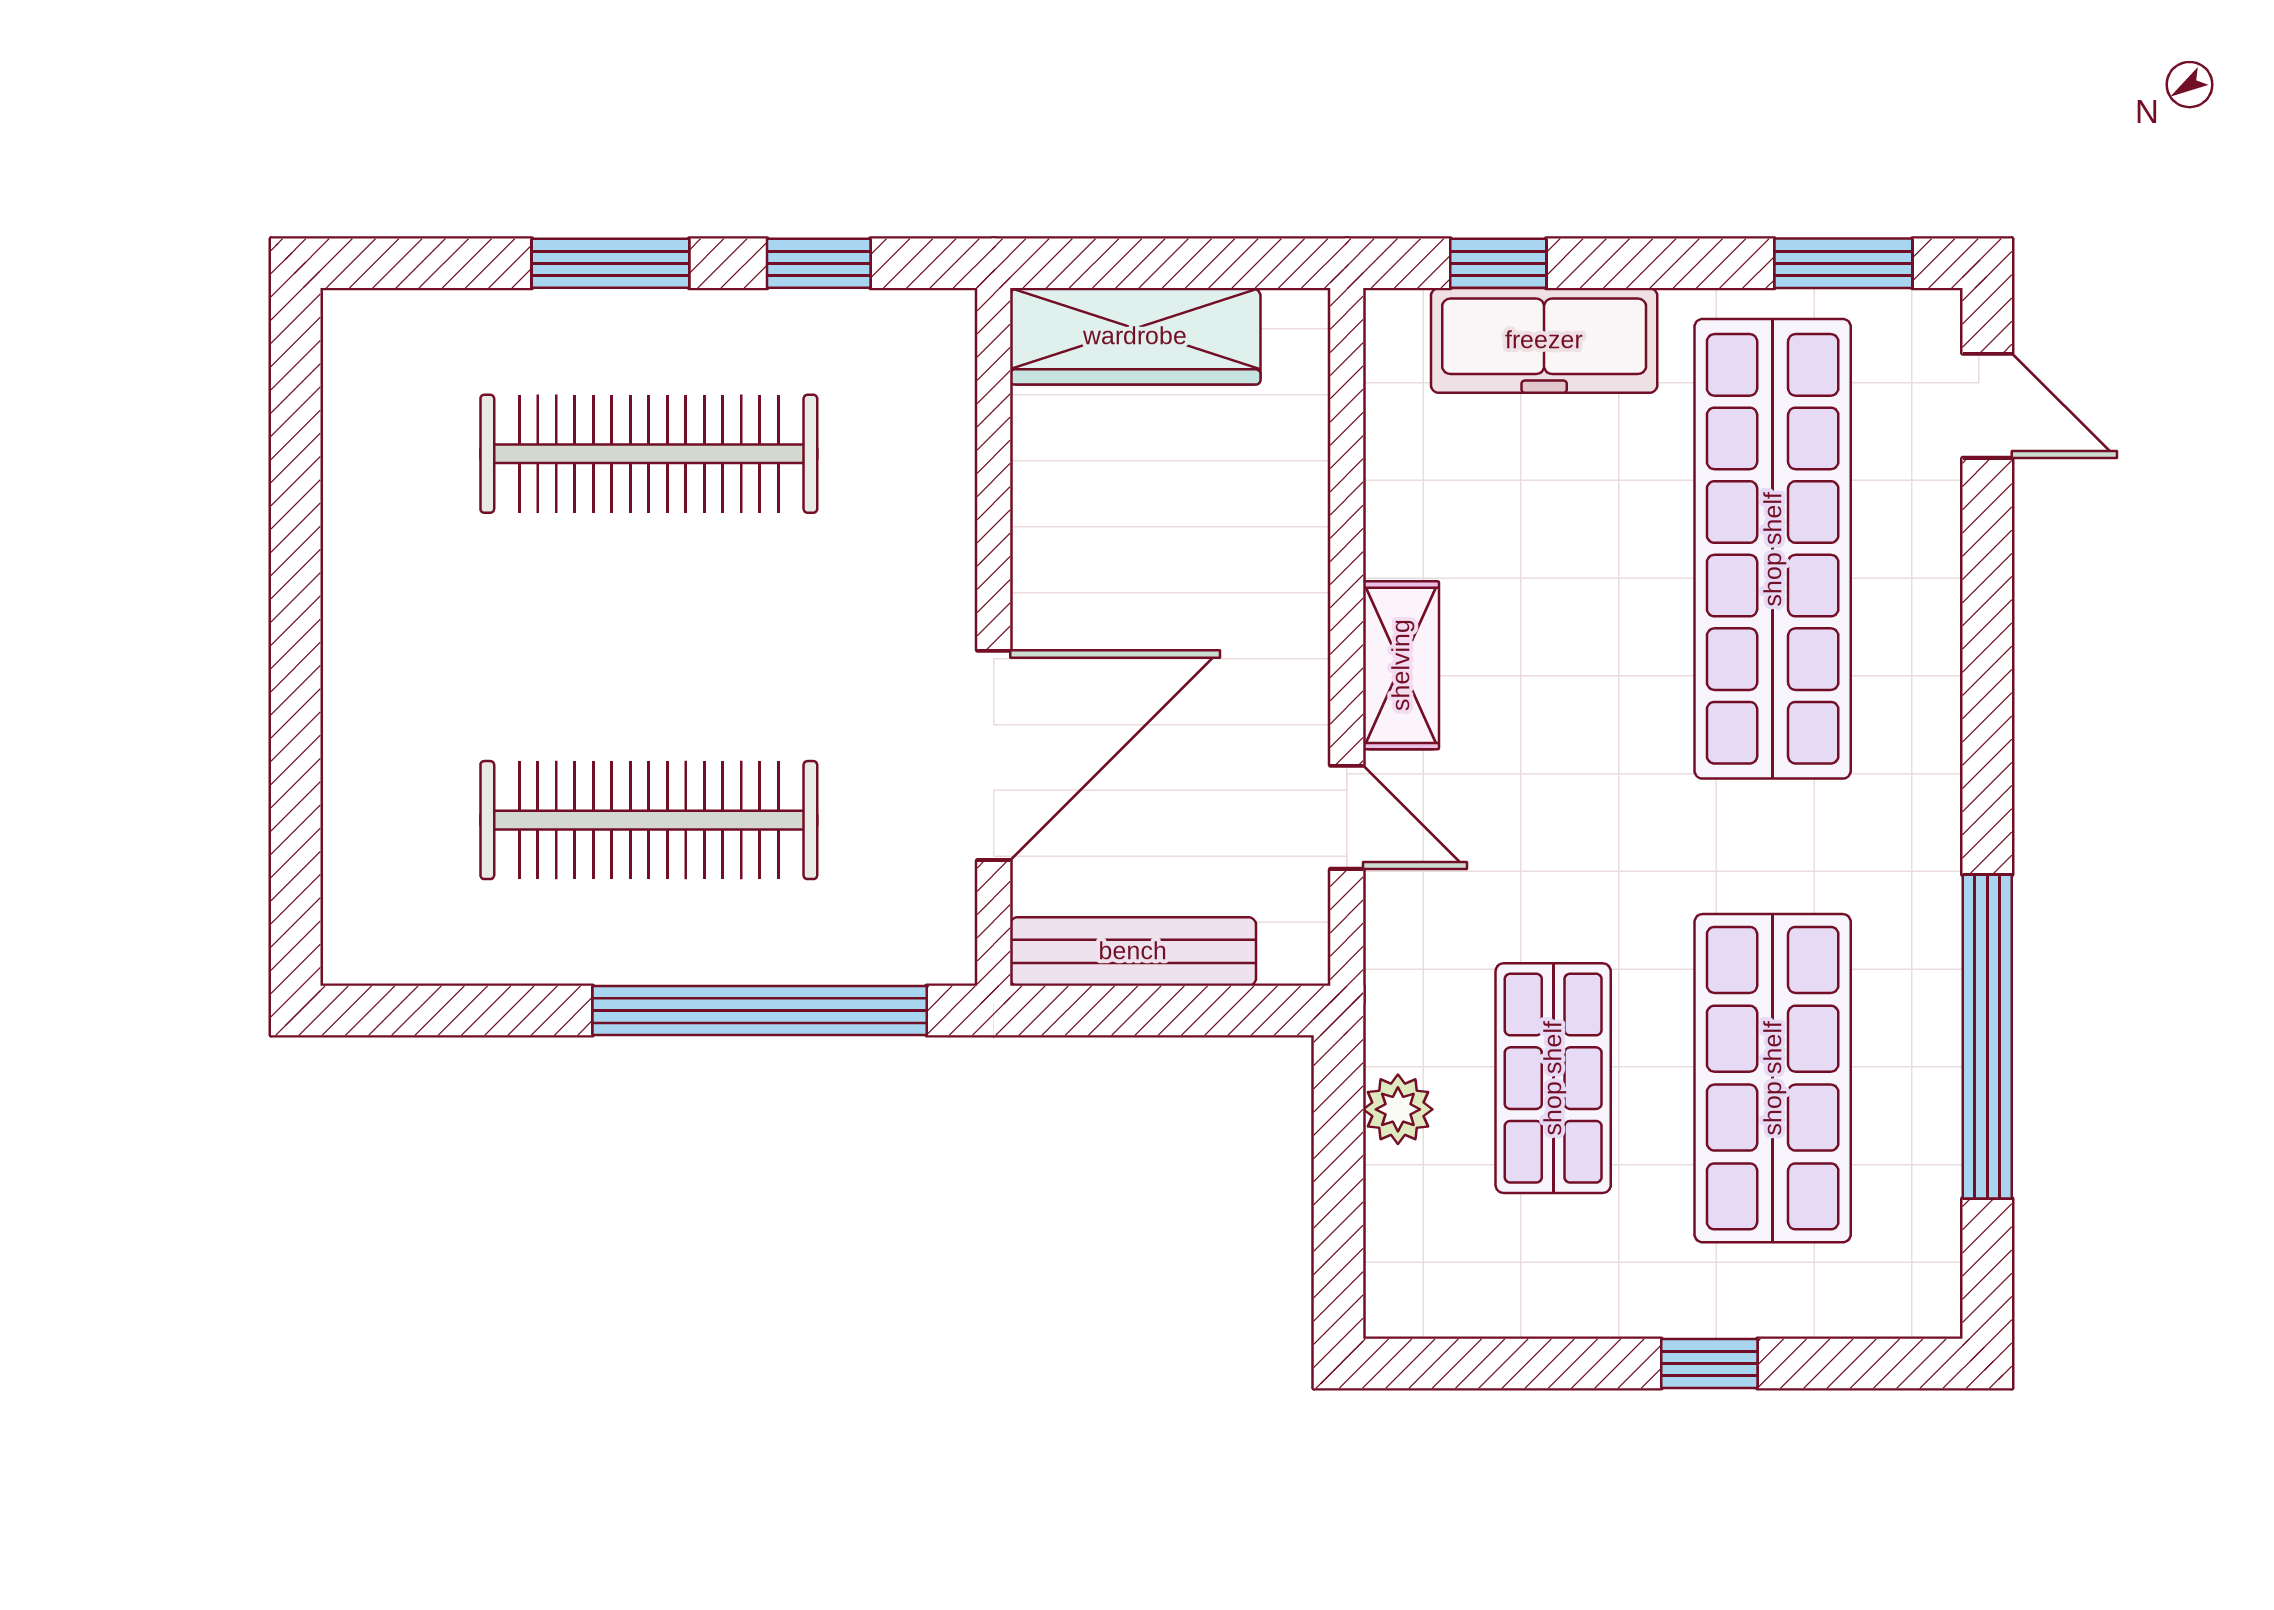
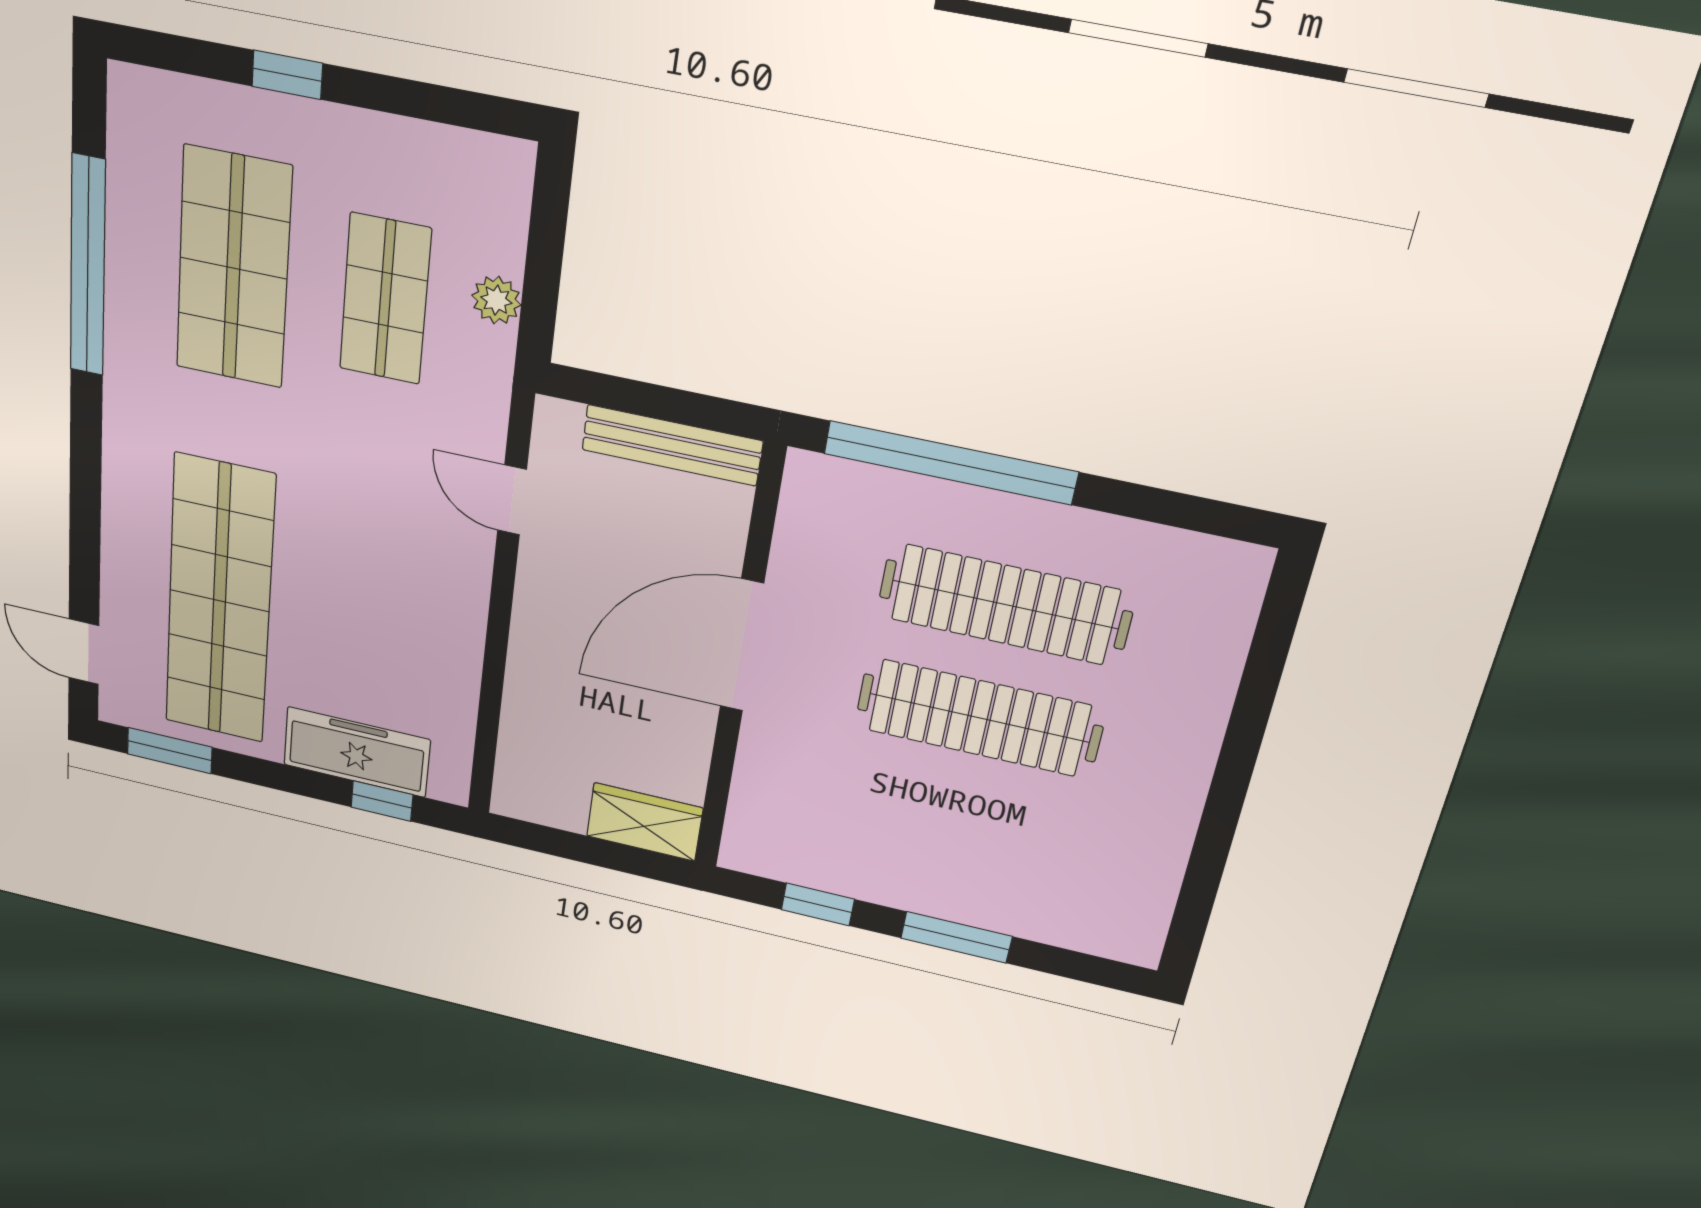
wardrobe: (1135, 336) -> (645, 822), width x0.67
clothes rail: (649, 454) -> (979, 718), moved
shelving: (1401, 665) -> (466, 586), removed
door: (994, 755) -> (742, 645), moved

